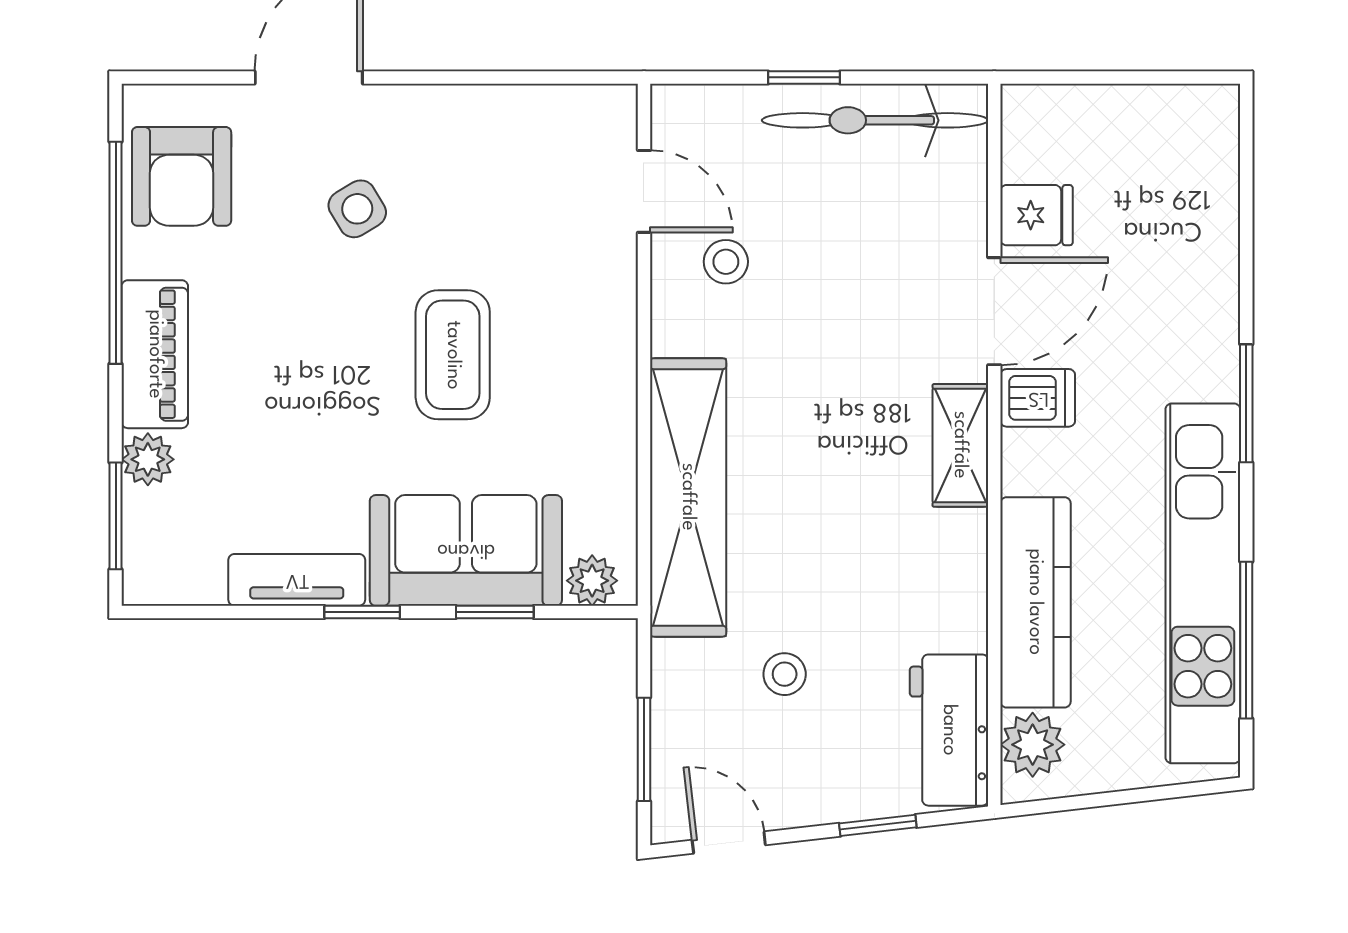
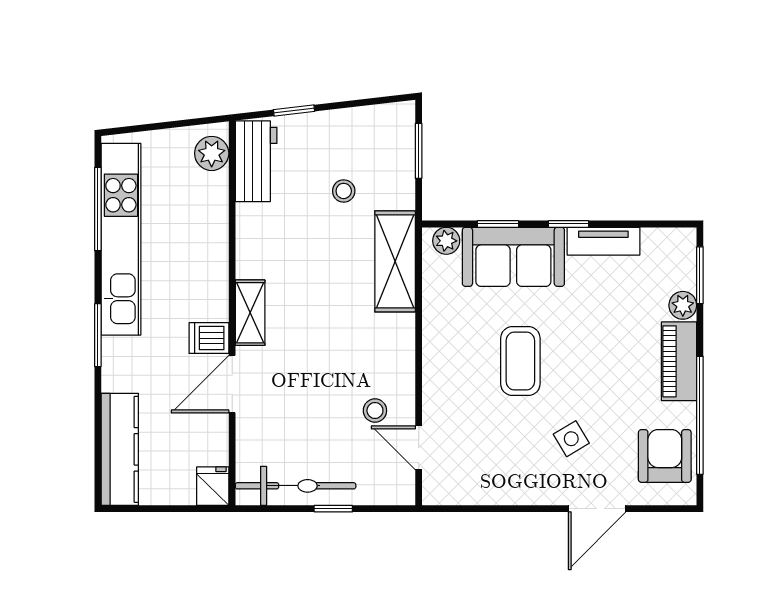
fridge: (1036, 215) -> (213, 486), moved, turned 90
shelving: (688, 497) -> (395, 261), width x0.68
kitchen counter: (1035, 602) -> (120, 449), moved, turned 180
door: (729, 843) -> (373, 101), removed

